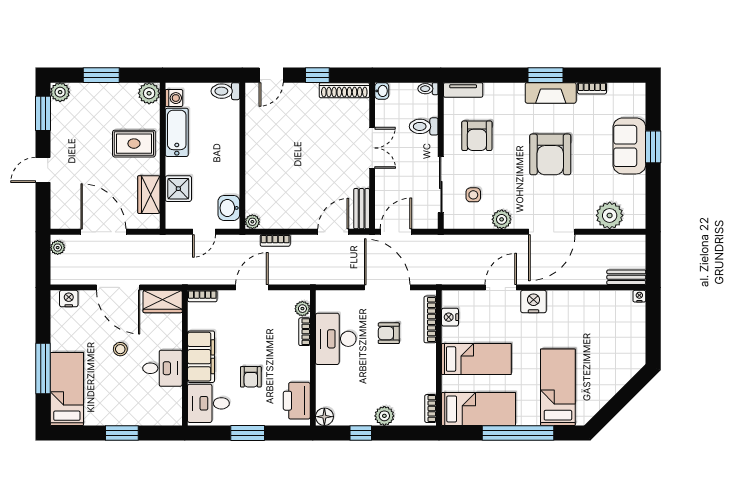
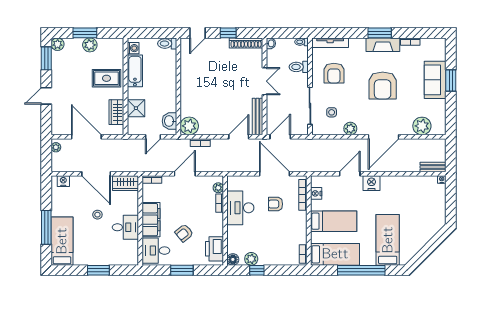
tv unit: (463, 90) -> (330, 43), width x1.41
plant: (149, 93) -> (90, 45), moved
bench: (362, 209) -> (258, 117), width x1.36
plant: (252, 222) -> (189, 126), width x1.88, depth x1.88
armchair: (251, 377) -> (184, 233), turned 51
plant: (384, 416) -> (251, 259), moved

